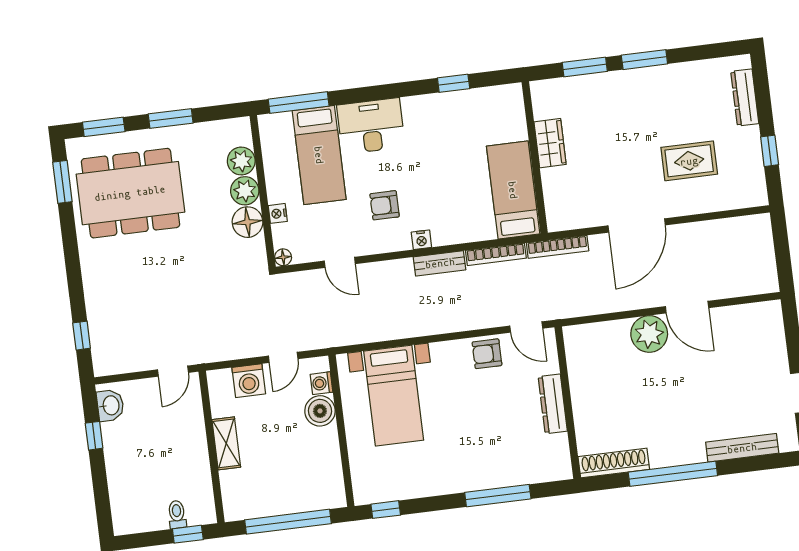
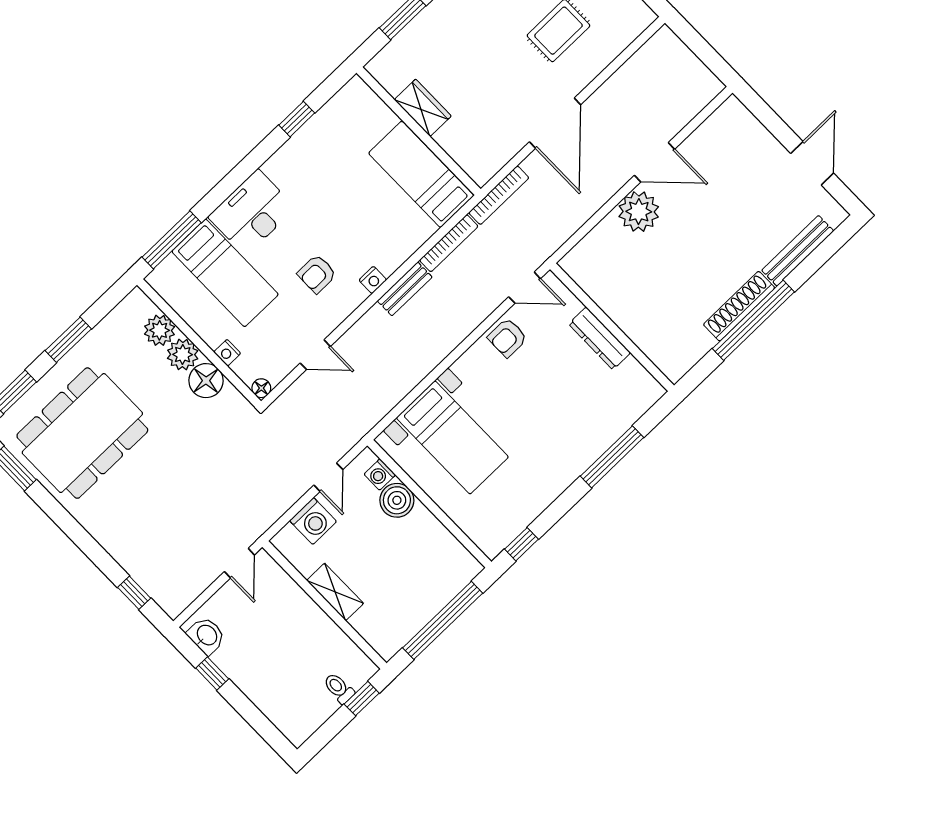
shoe rack: (614, 463) -> (739, 306), moved

